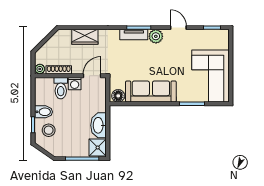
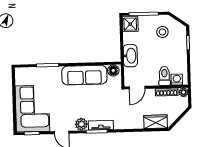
wardrobe: (85, 37) -> (156, 122), moved
corner sofa: (211, 76) -> (32, 109), moved
washing machine: (75, 84) -> (177, 80), moved
bidet: (44, 112) -> (179, 54), removed
washbasin: (99, 125) -> (130, 56), moved
stool: (49, 130) -> (162, 32), moved

